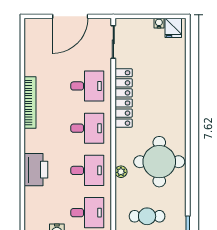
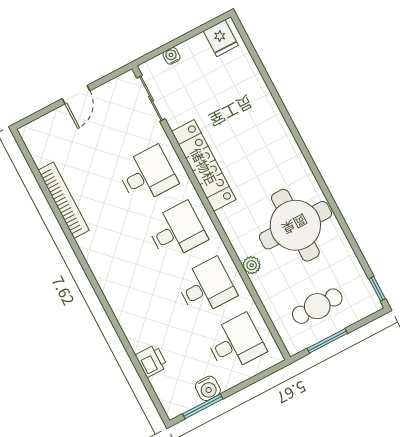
door: (70, 16) -> (76, 95), width x0.53
water cooler: (159, 23) -> (172, 56), moved
bookcase: (30, 103) -> (64, 200), moved
printer: (36, 170) -> (151, 361), moved, width x0.53, depth x0.68

